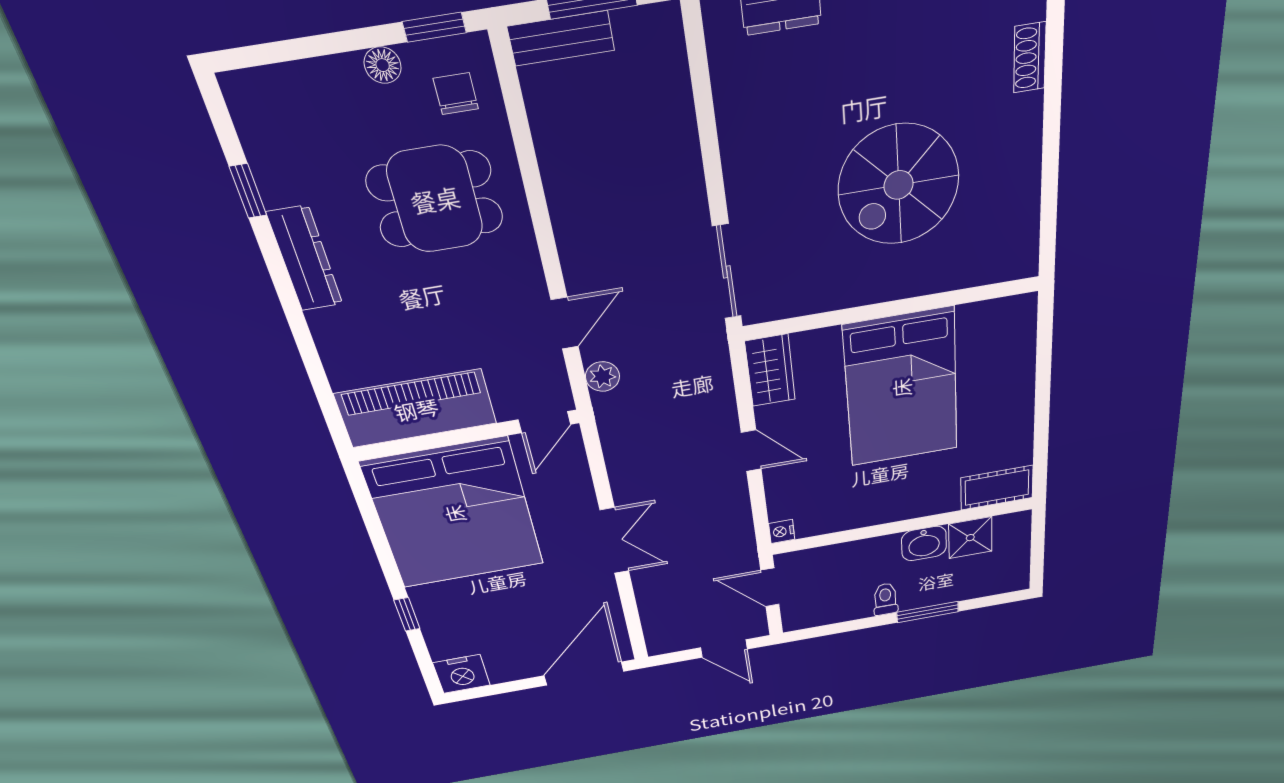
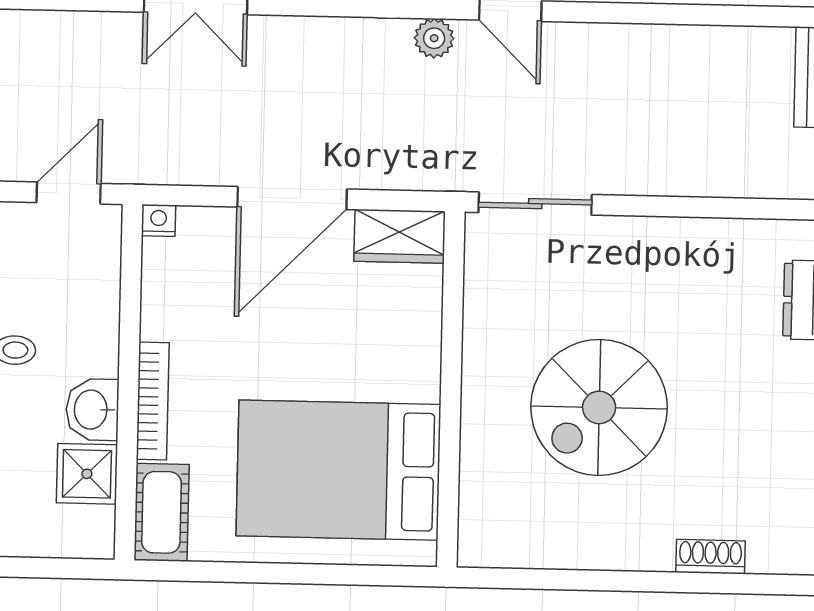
spiral stairs: (899, 185) -> (599, 407), turned -90
bed: (901, 388) -> (338, 470), moved
door: (751, 451) -> (292, 198), width x1.88
bookcase: (915, 509) -> (153, 401), added

